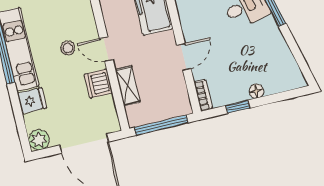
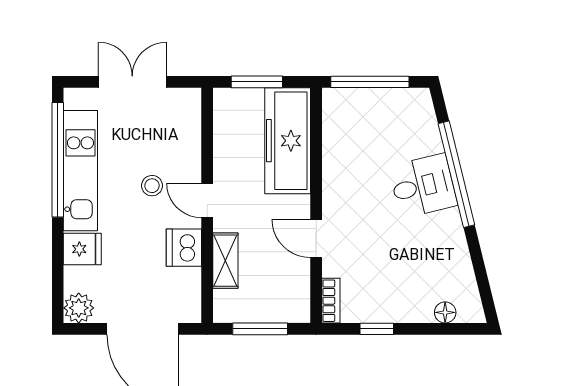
door: (184, 57) -> (316, 238), swing flipped
floor lamp: (256, 91) -> (445, 312), moved
window: (161, 125) -> (260, 329), width x0.69

